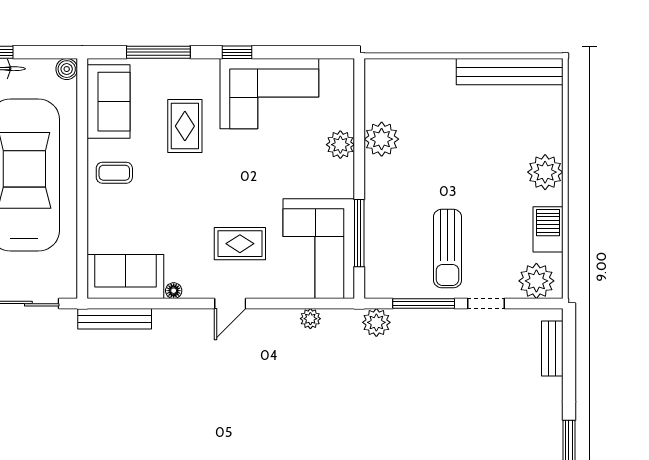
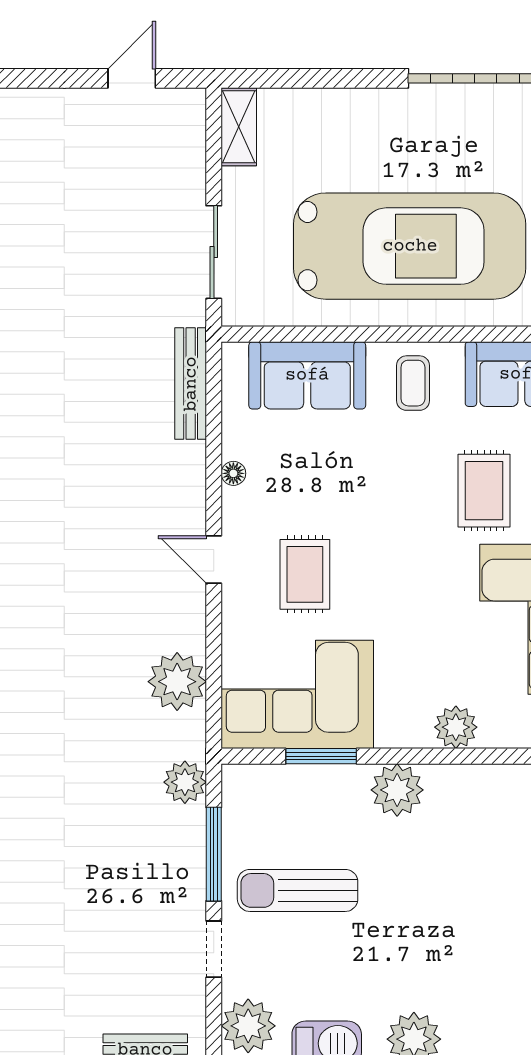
rug: (185, 126) -> (484, 491), turned 90
plant: (382, 139) -> (397, 790), moved
window: (359, 233) -> (321, 756), width x0.69
sofa: (125, 277) -> (307, 375), moved, turned 90
plant: (310, 319) -> (177, 682), width x1.87, depth x1.87

